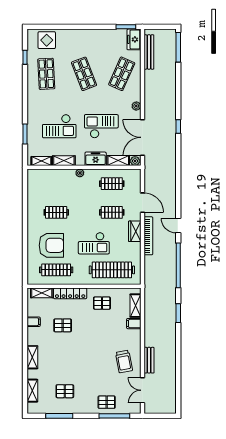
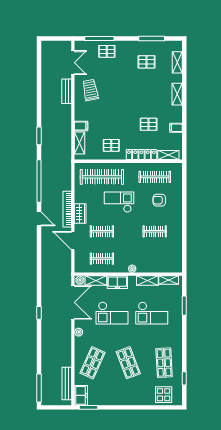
checkout: (59, 126) -> (152, 313), turned 180
armchair: (51, 245) -> (159, 200), width x0.53, depth x0.53

